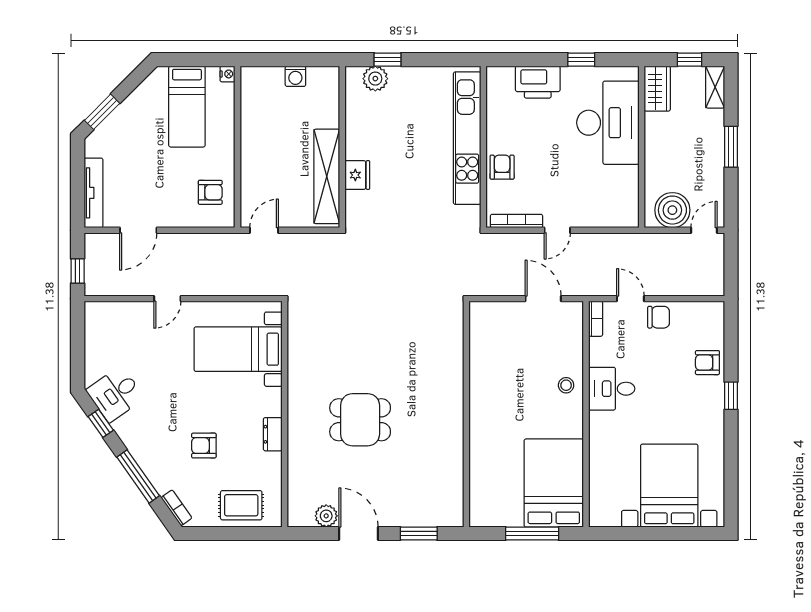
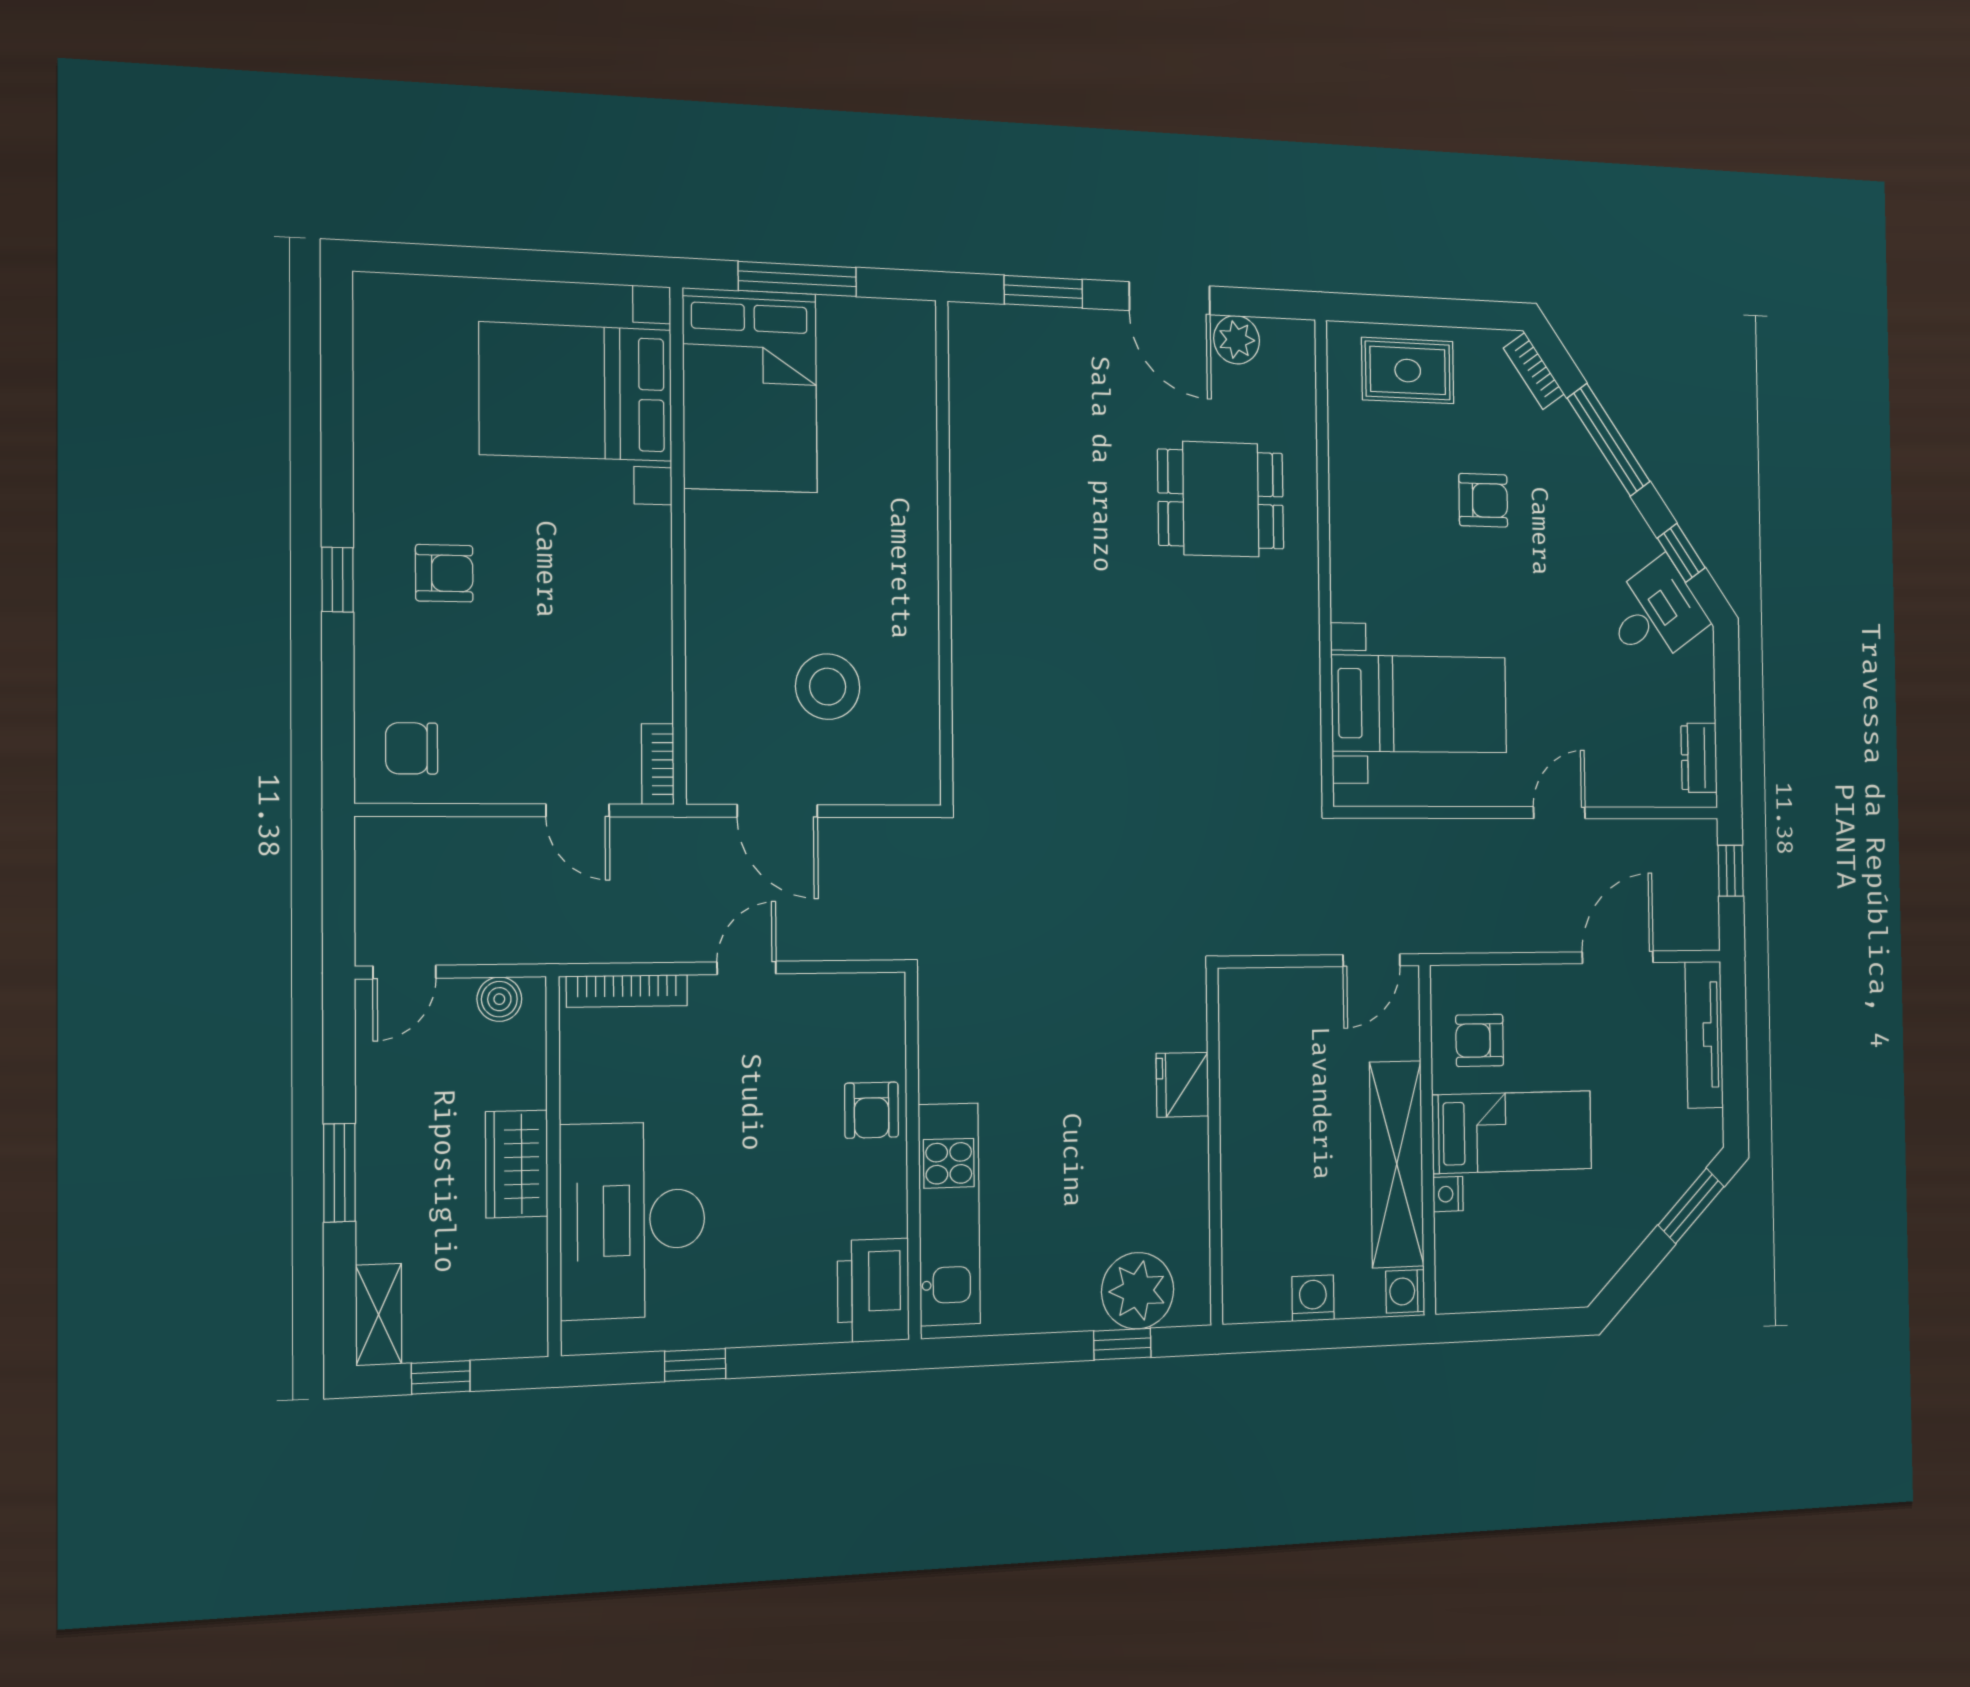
nightstand: (227, 74) -> (1448, 1194), moved
washing machine: (250, 77) -> (1405, 1291), added
plant: (375, 79) -> (1138, 1291), width x1.36, depth x1.36
printer: (538, 82) -> (873, 1290), moved, turned -90
wardrobe: (657, 89) -> (517, 1164), moved
bed: (187, 107) -> (1512, 1132), moved, turned 90
kitchen unit: (467, 138) -> (949, 1214), width x0.73
shelving: (327, 176) -> (1397, 1164), moved
boiler: (672, 210) -> (499, 999), width x0.54, depth x0.54
bookcase: (516, 221) -> (627, 991), moved
chair: (659, 317) -> (412, 748), moved
armchair: (707, 363) -> (444, 573), moved
stool: (566, 385) -> (828, 687), moved, width x1.89, depth x1.89
desk: (612, 389) -> (620, 602), removed
dining table: (360, 420) -> (1221, 499), moved
dresser: (273, 434) -> (1699, 758), moved, turned 180
bed with nightstands: (669, 486) -> (576, 392), moved, turned 90

